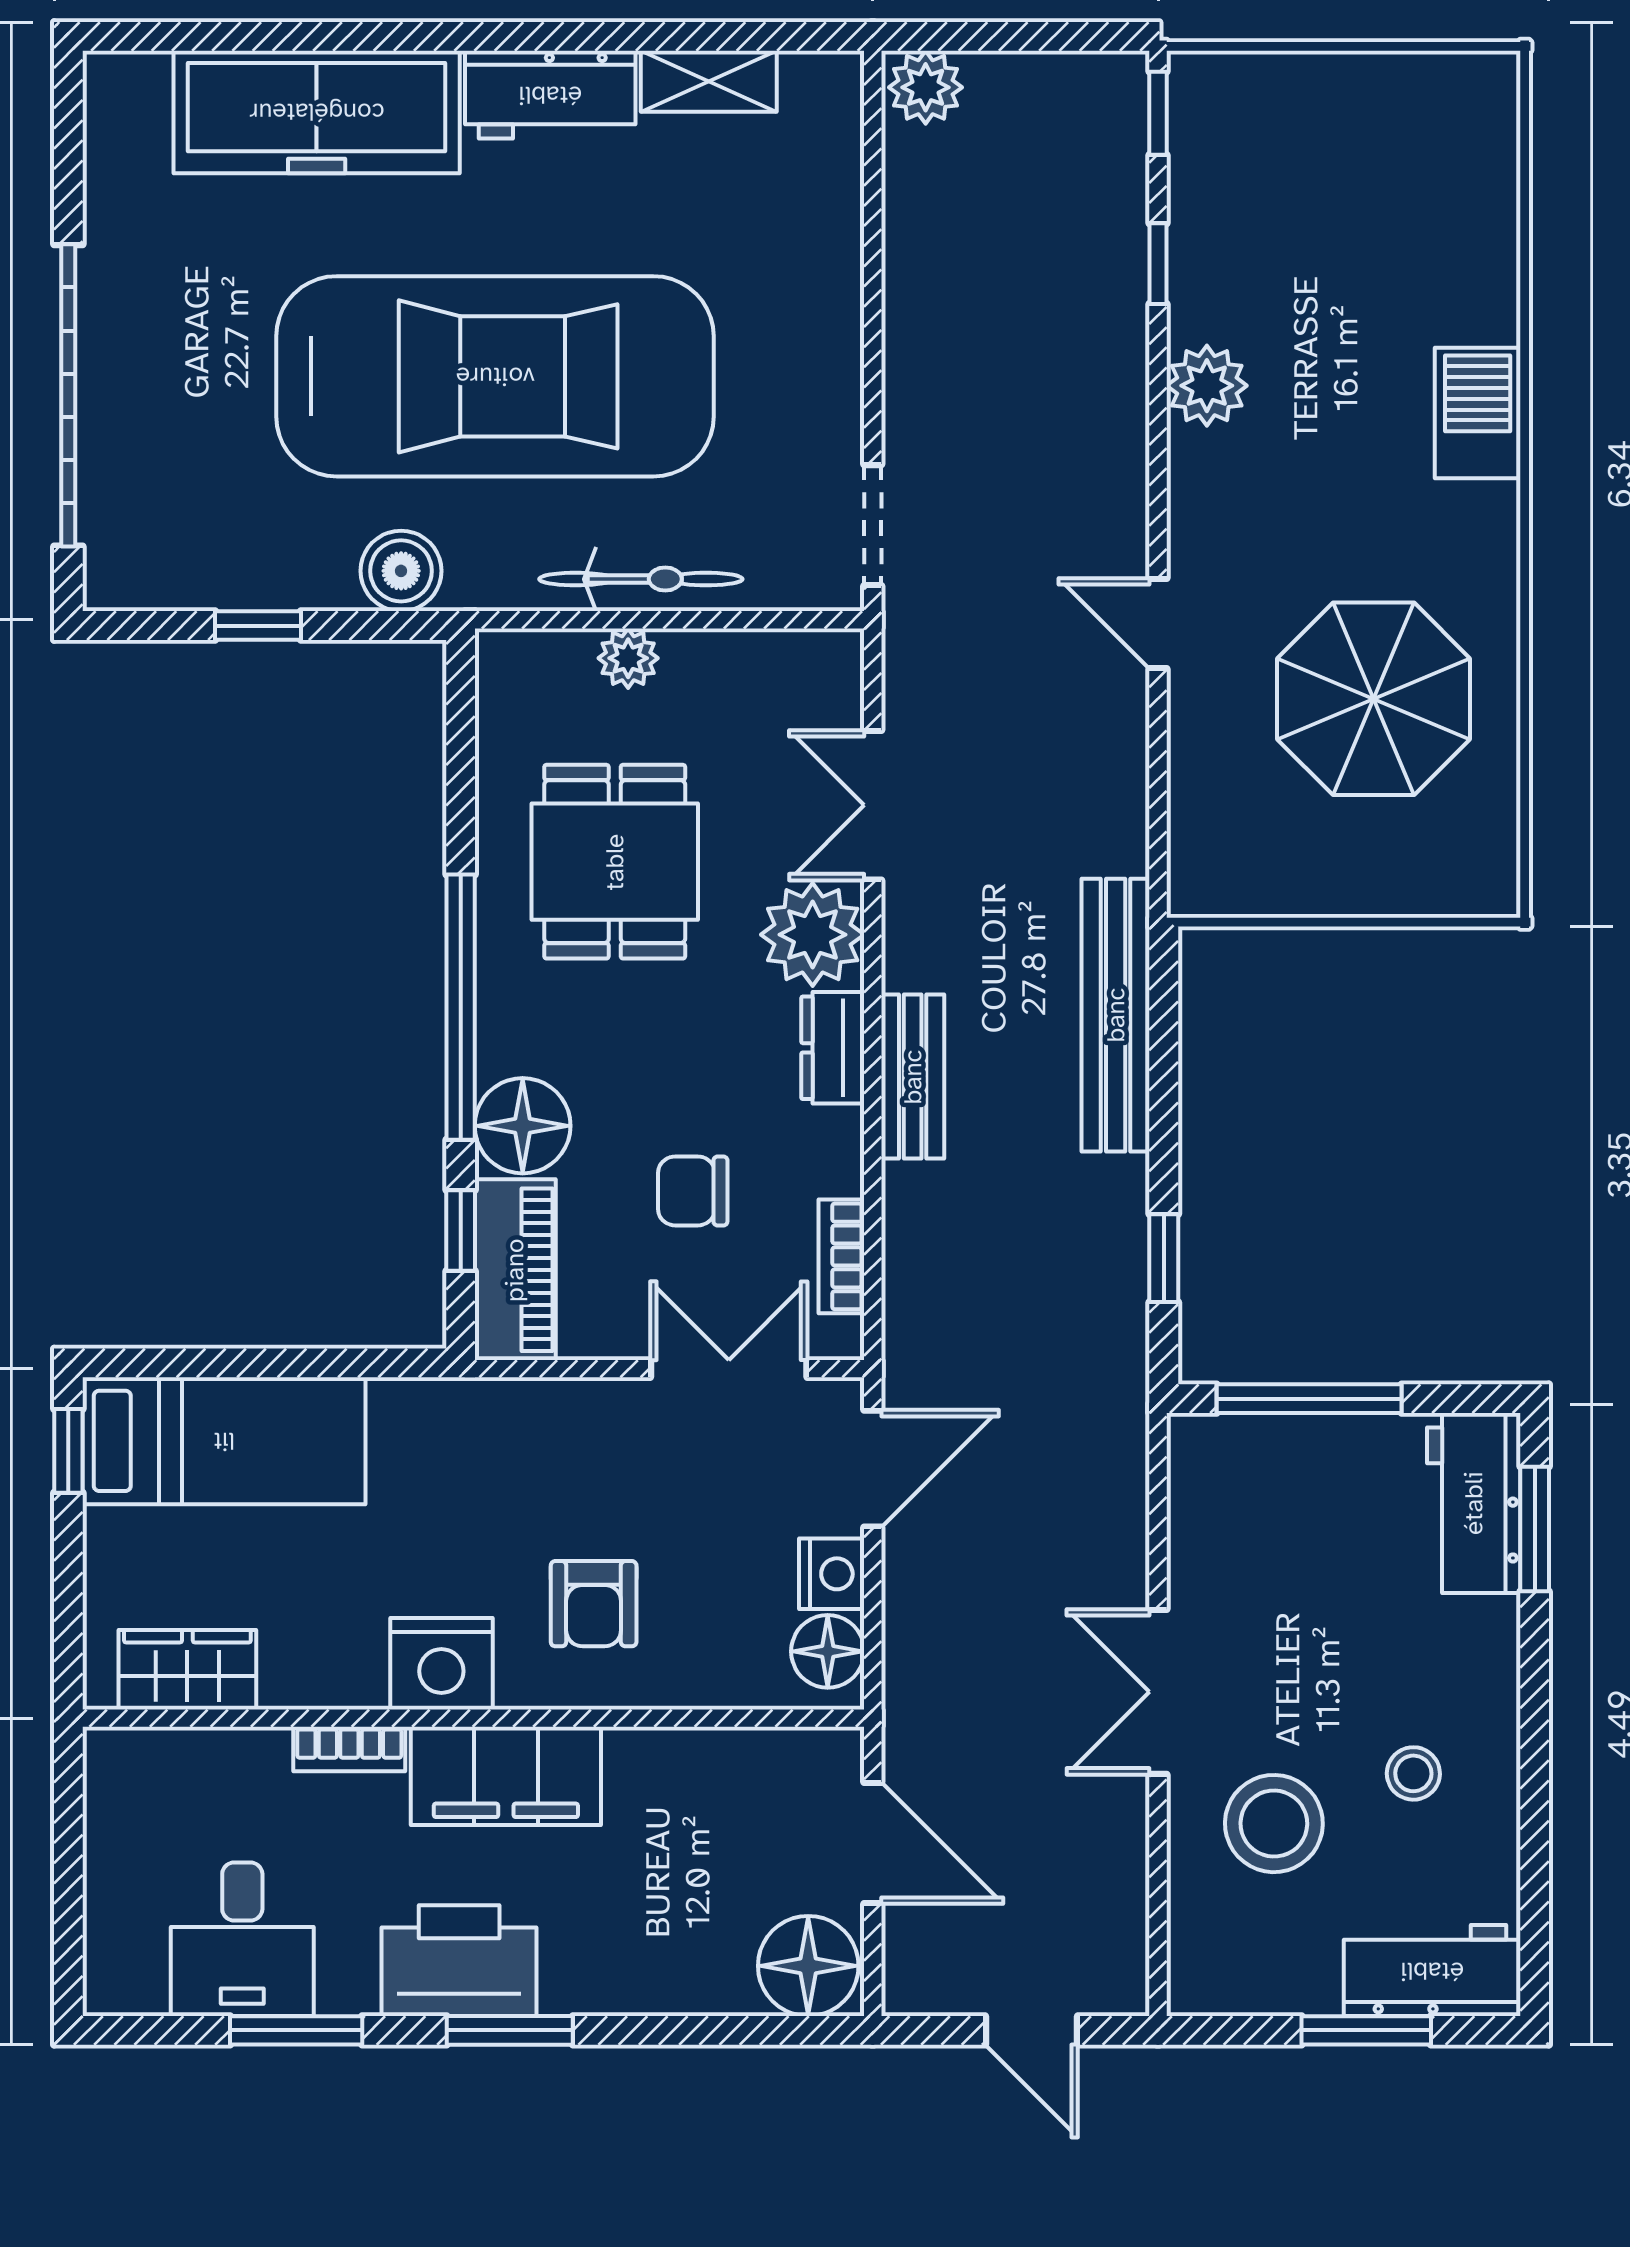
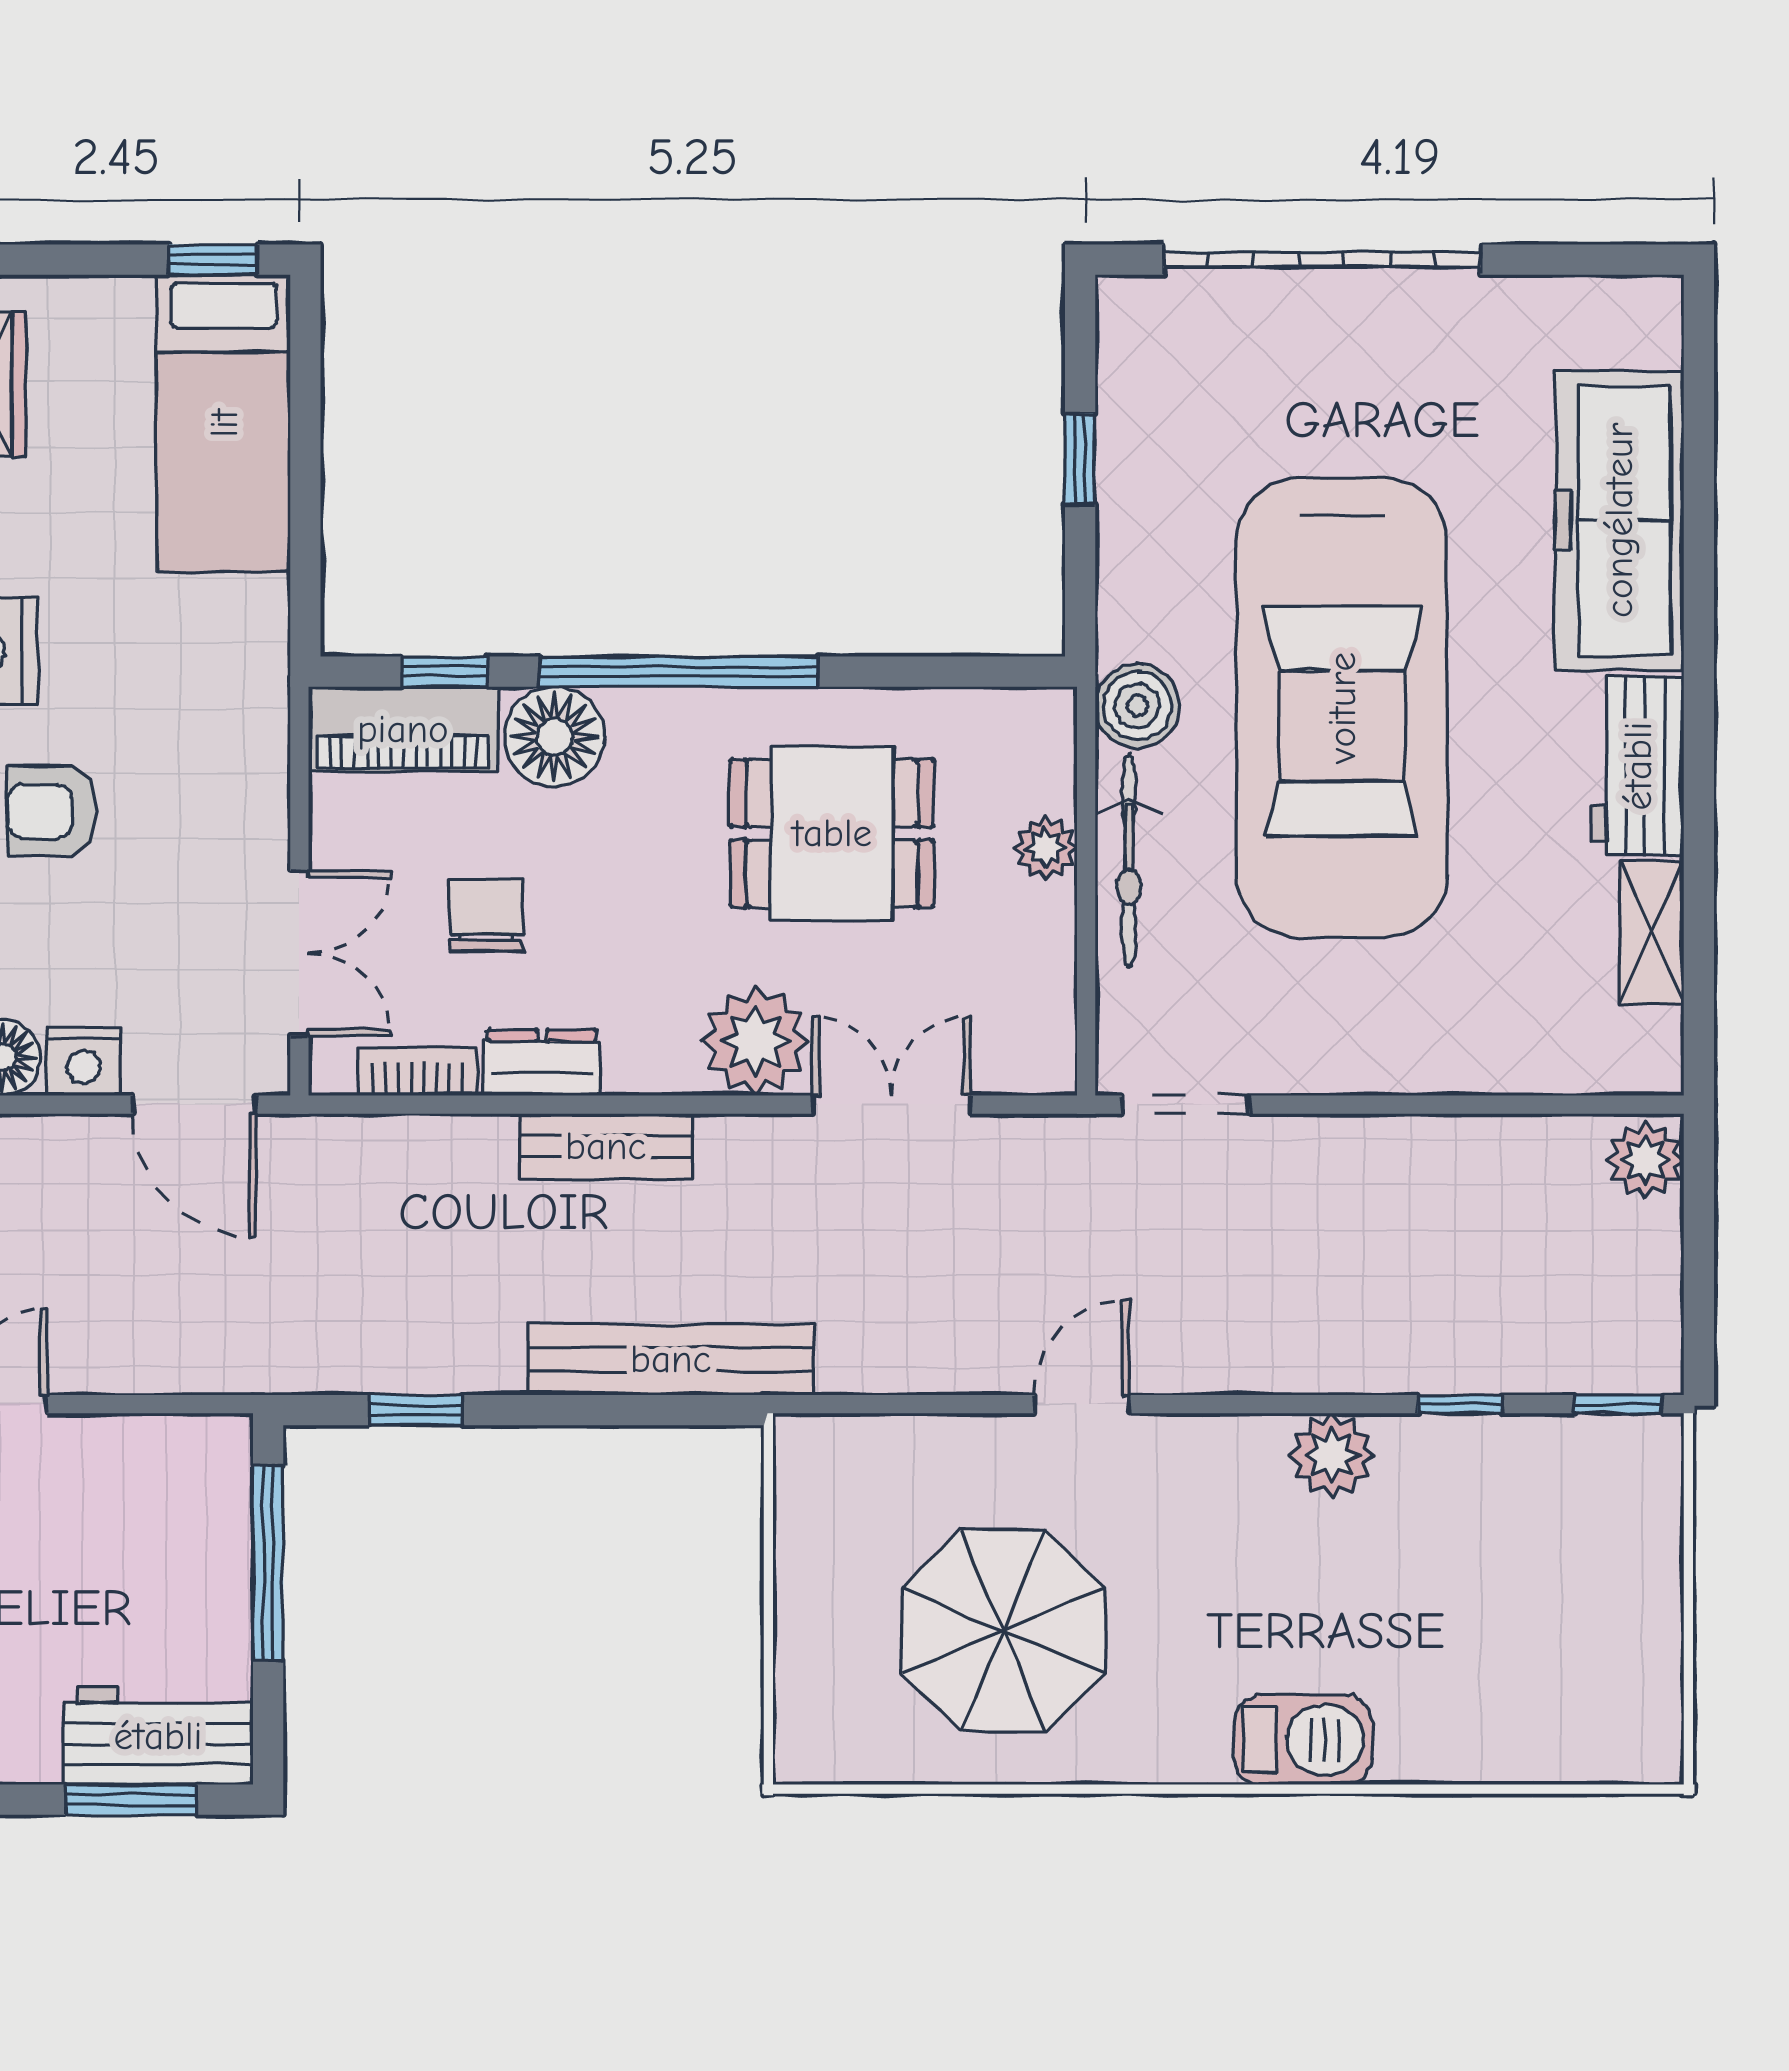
boiler: (401, 571) -> (1137, 706), moved
dresser: (833, 1048) -> (542, 1063), moved

